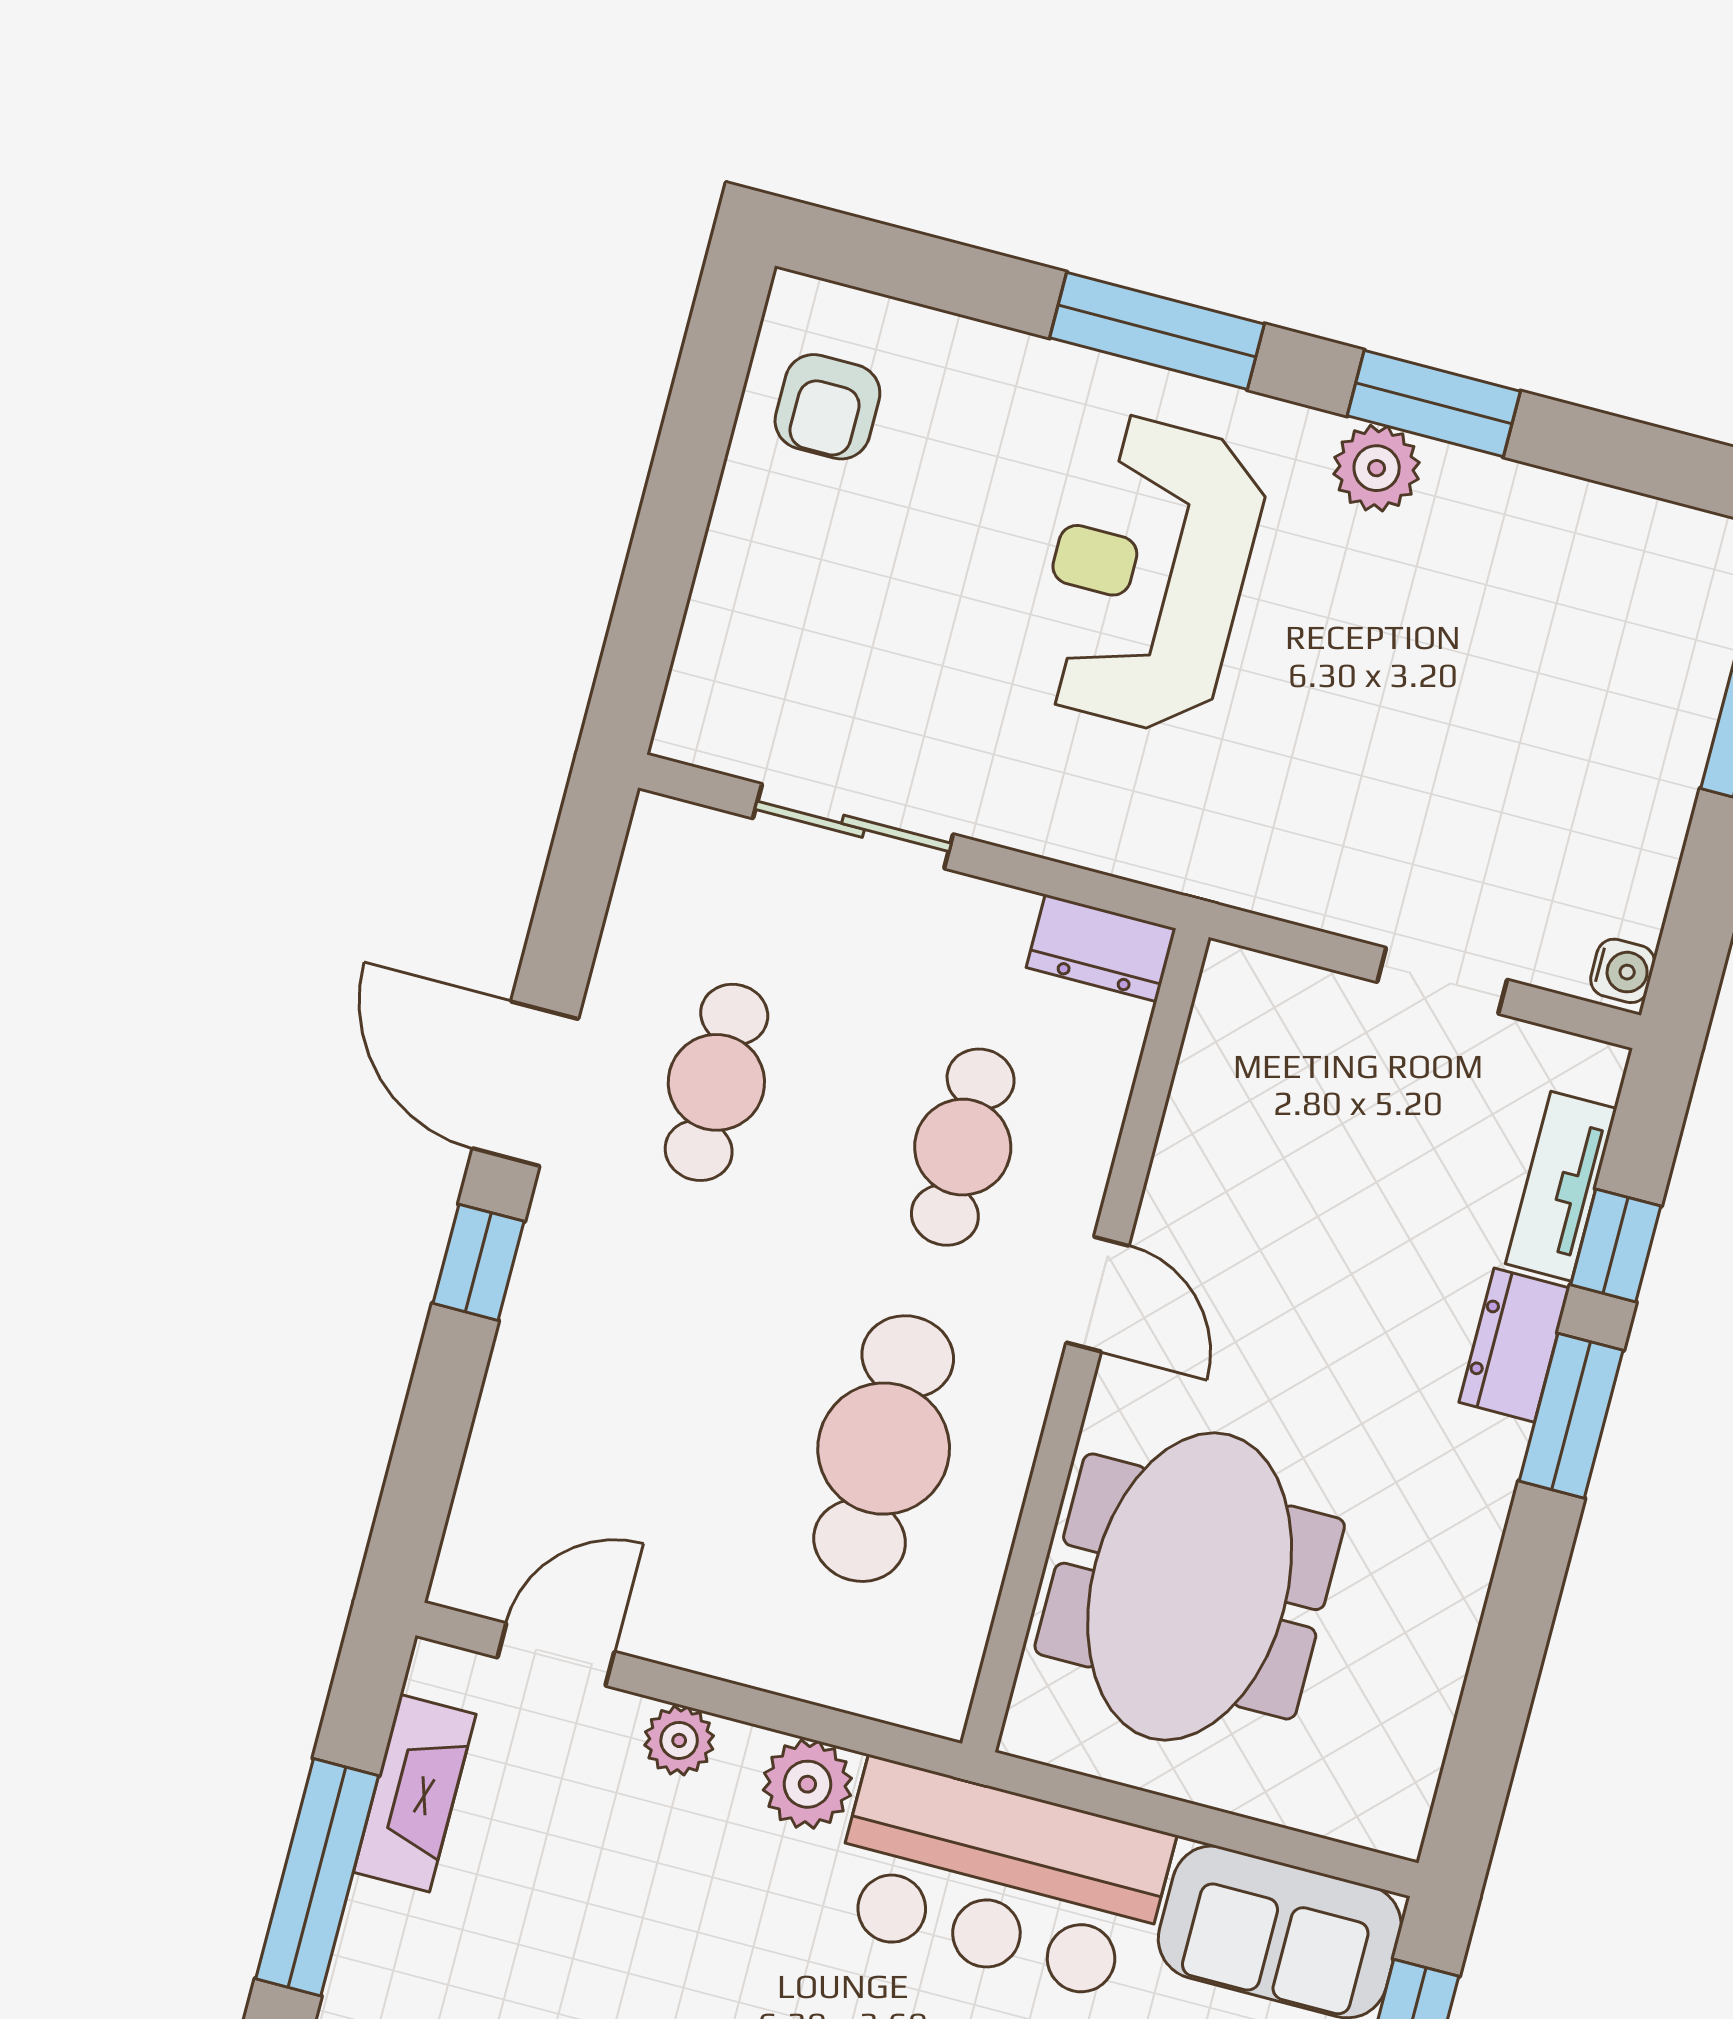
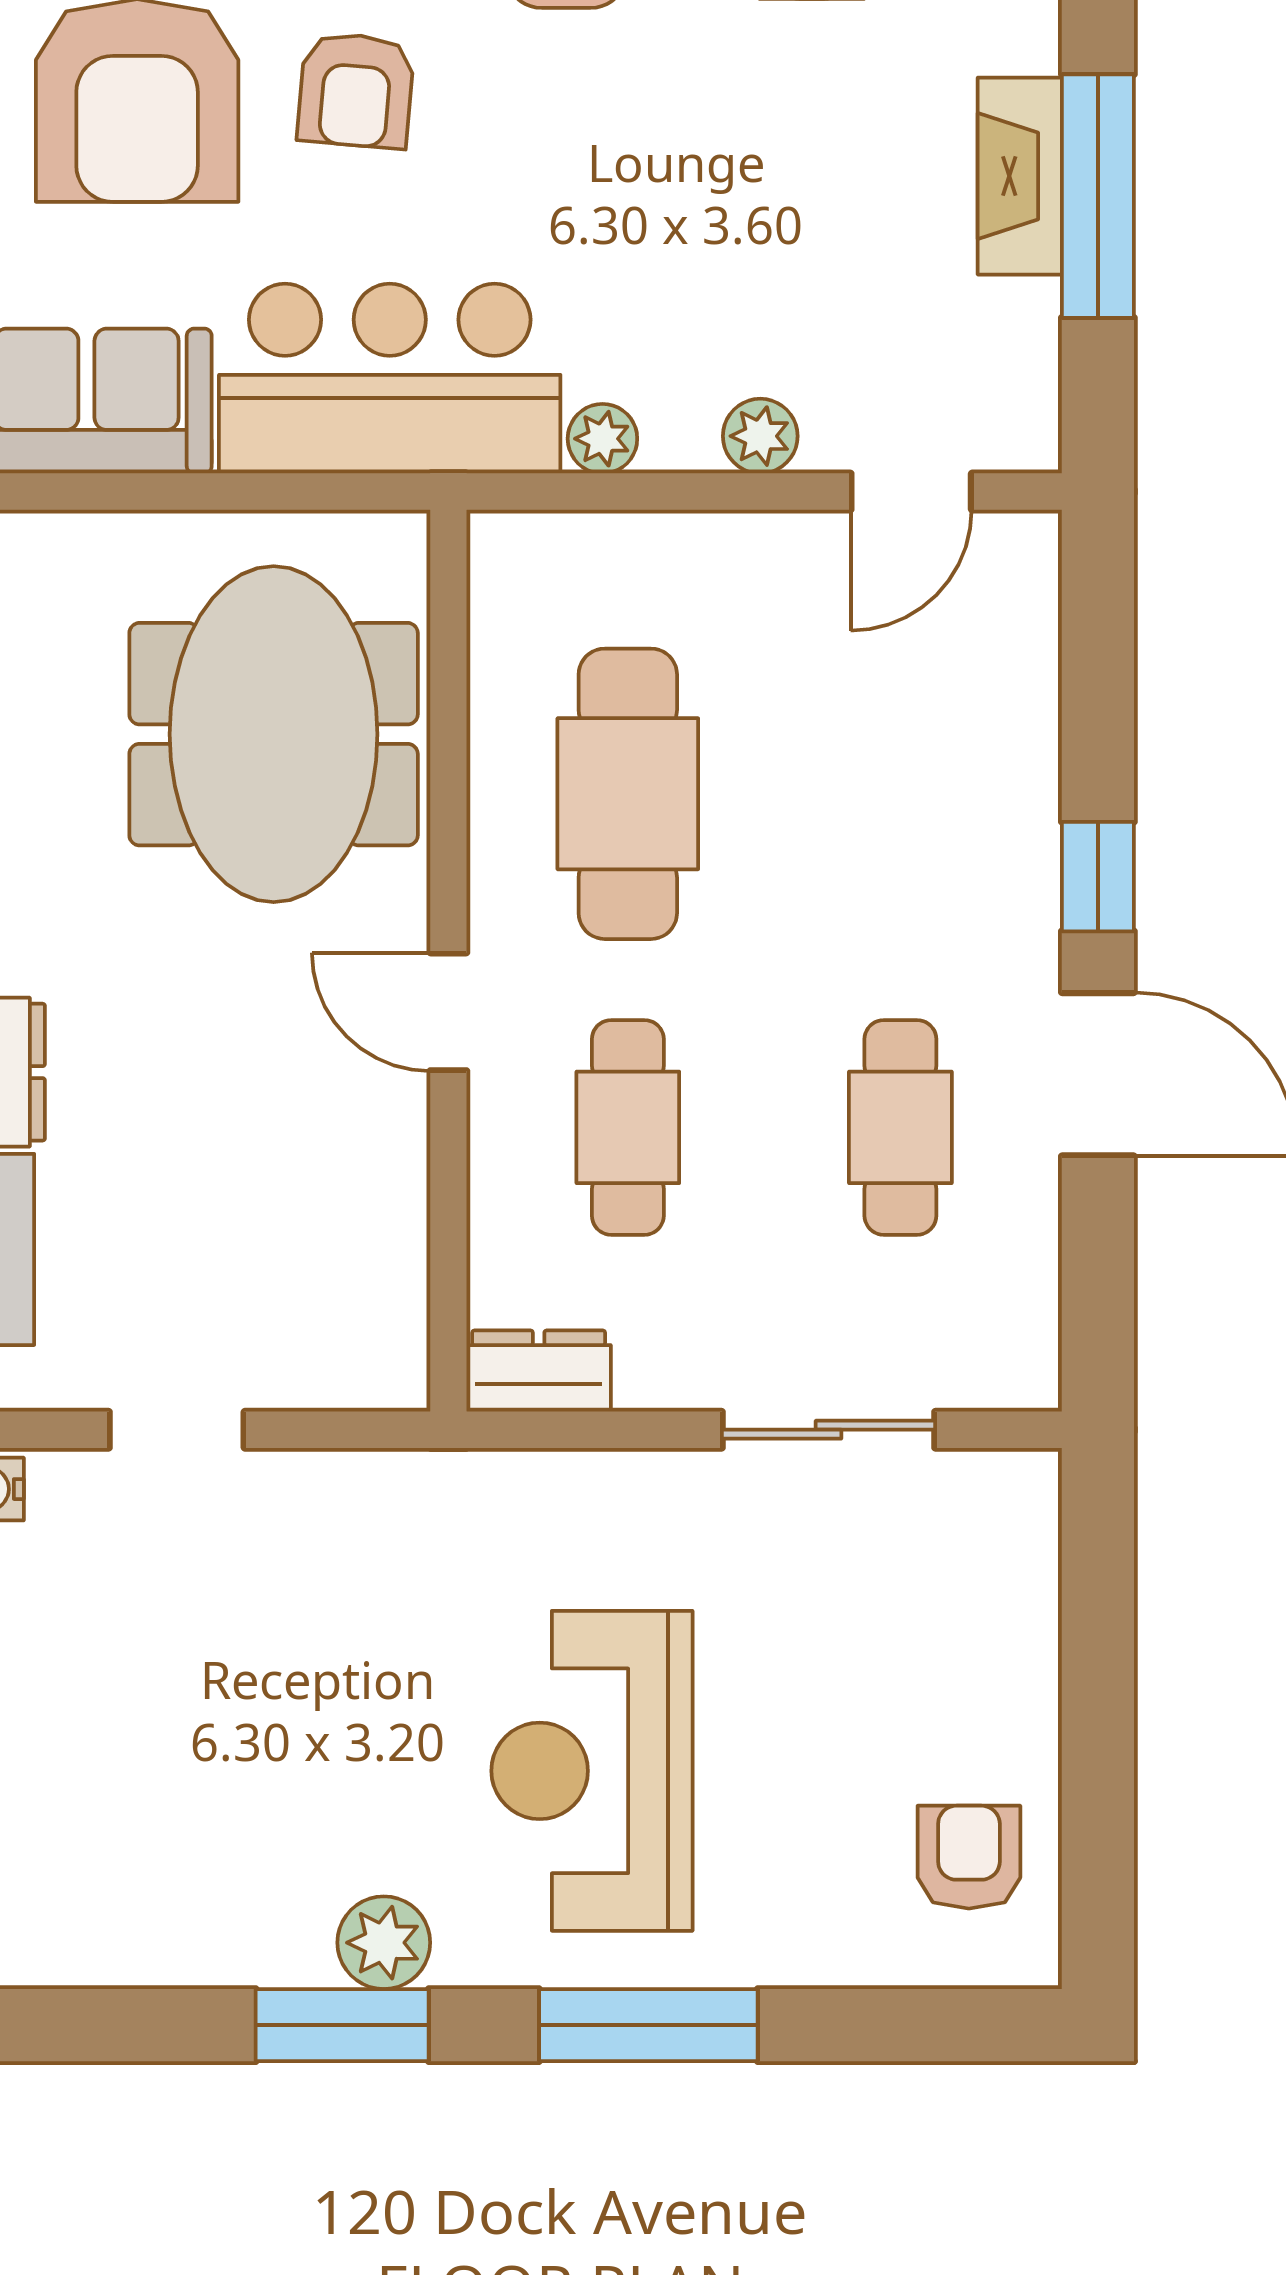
reception desk: (1148, 574) -> (592, 1771), turned 180
plant: (807, 1784) -> (602, 439), width x0.73, depth x0.73
fireplace: (415, 1793) -> (1020, 176), moved

